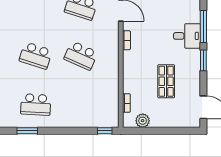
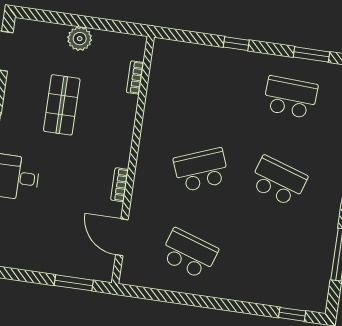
school desk: (81, 56) -> (201, 170), turned -45
plant: (143, 121) -> (80, 39), moved
window: (105, 131) -> (236, 44), moved

